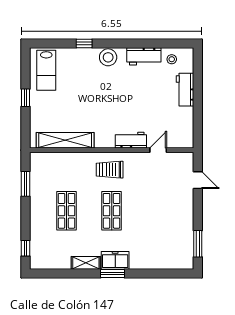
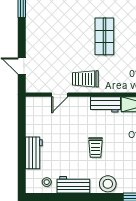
trolley: (121, 95) -> (95, 147), added
workbench: (131, 140) -> (105, 104), moved
trolley: (110, 170) -> (85, 79), moved, turned 180

